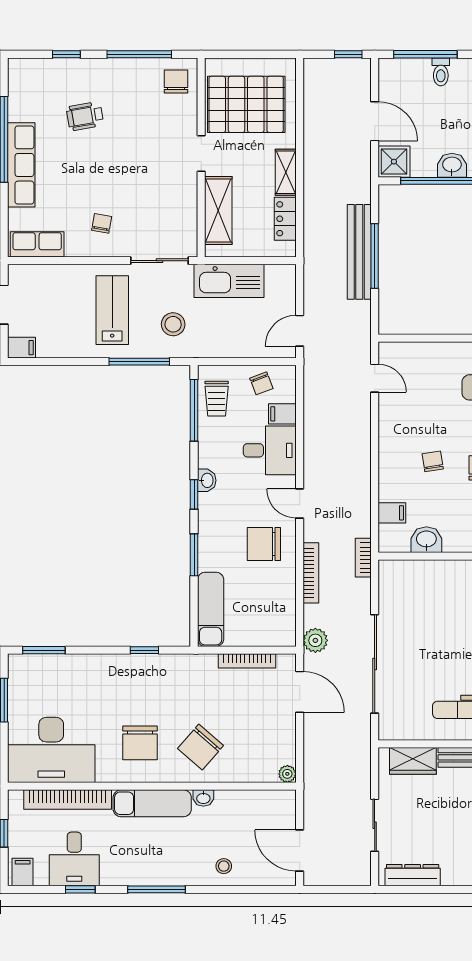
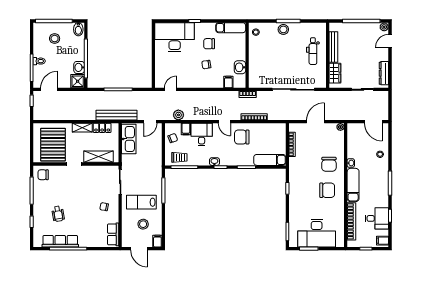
door: (375, 121) -> (49, 89), moved
row of seats: (21, 165) -> (60, 241), moved
washbasin: (452, 165) -> (79, 67), moved
bench: (359, 252) -> (116, 115), moved
kitchen sink: (229, 281) -> (129, 139), moved
stool: (173, 324) -> (143, 224), moved
door: (300, 331) -> (150, 122), hinge flipped
door: (300, 504) -> (224, 122), hinge flipped
chair: (264, 544) -> (242, 137), turned 90
plant: (315, 640) -> (178, 115), moved
door: (300, 692) -> (316, 122), moved
chair: (201, 747) -> (329, 164), turned 49
desk: (51, 750) -> (317, 233), moved, turned 90
door: (300, 850) -> (373, 122), hinge flipped

